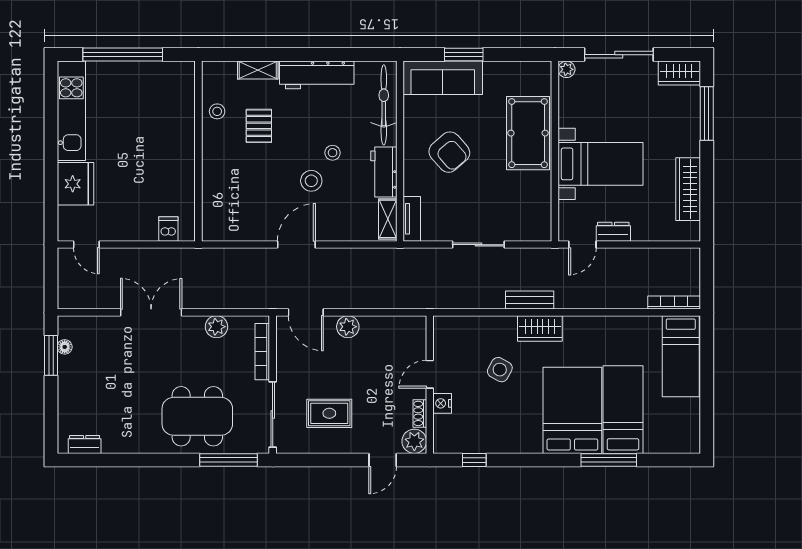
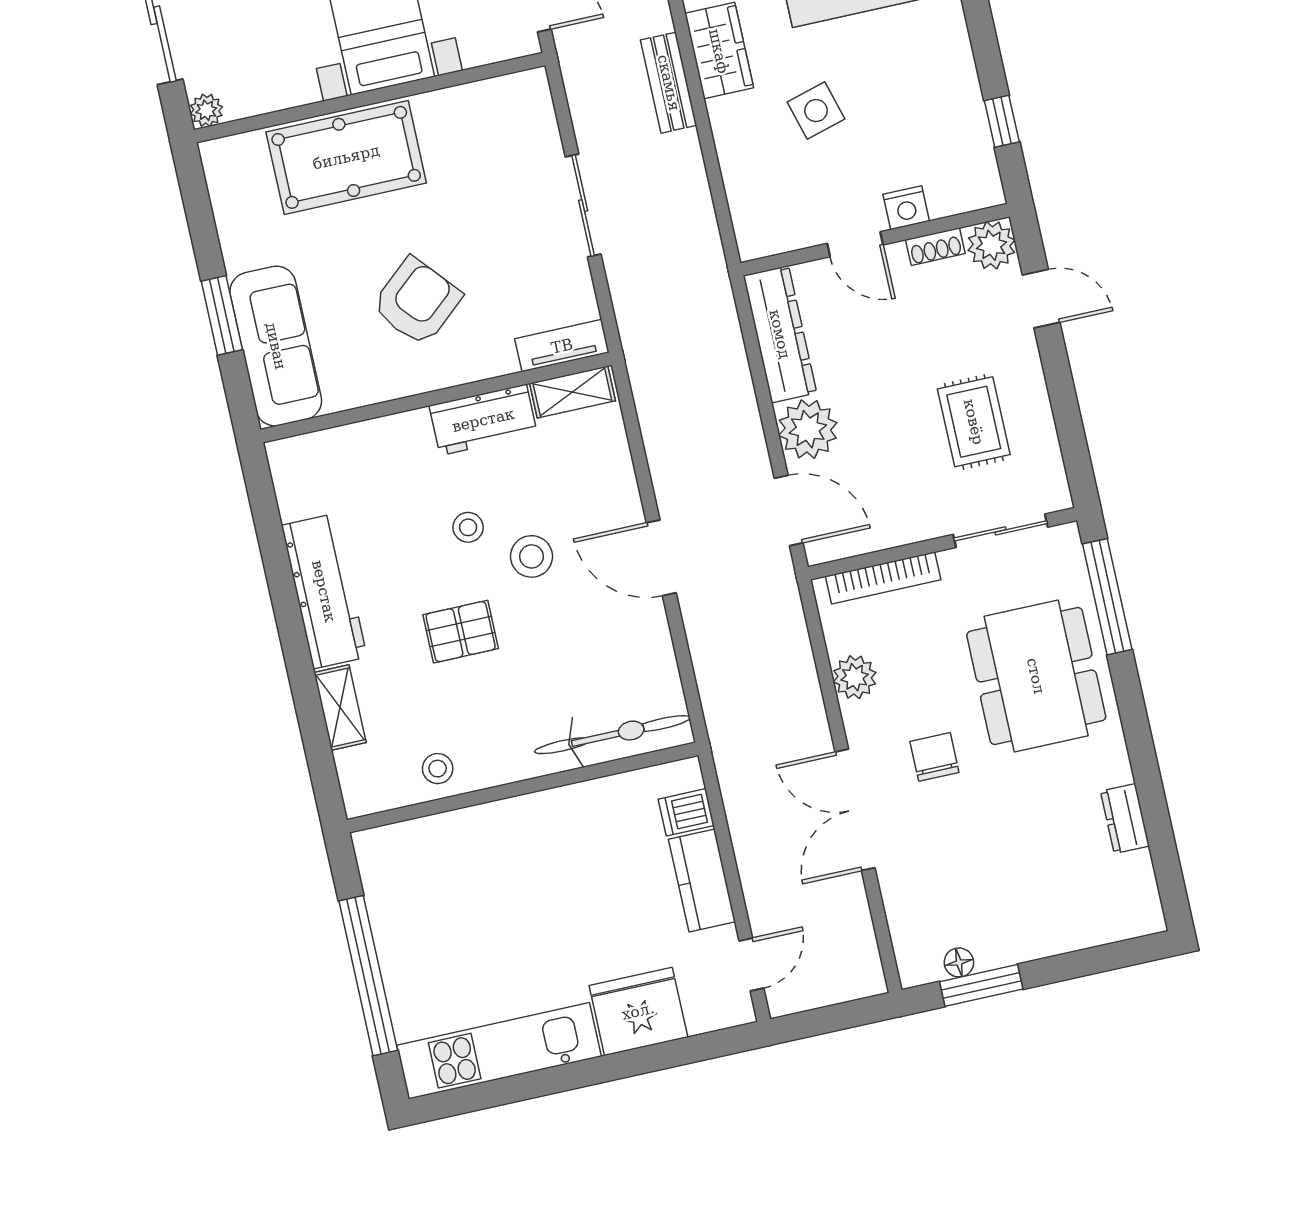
bicycle: (384, 105) -> (612, 735), moved, turned 180
pallet: (259, 126) -> (461, 632), moved
kitchen counter: (133, 229) -> (702, 880), added
door: (306, 312) -> (789, 511), hinge flipped
plant: (348, 327) -> (808, 429), width x1.36, depth x1.36
dresser: (394, 327) -> (780, 334), added
chair: (169, 357) -> (934, 757), added
side table: (500, 370) -> (816, 111), turned 45
sliding door: (273, 415) -> (1000, 531), width x0.73
dresser: (85, 444) -> (1125, 819), moved

